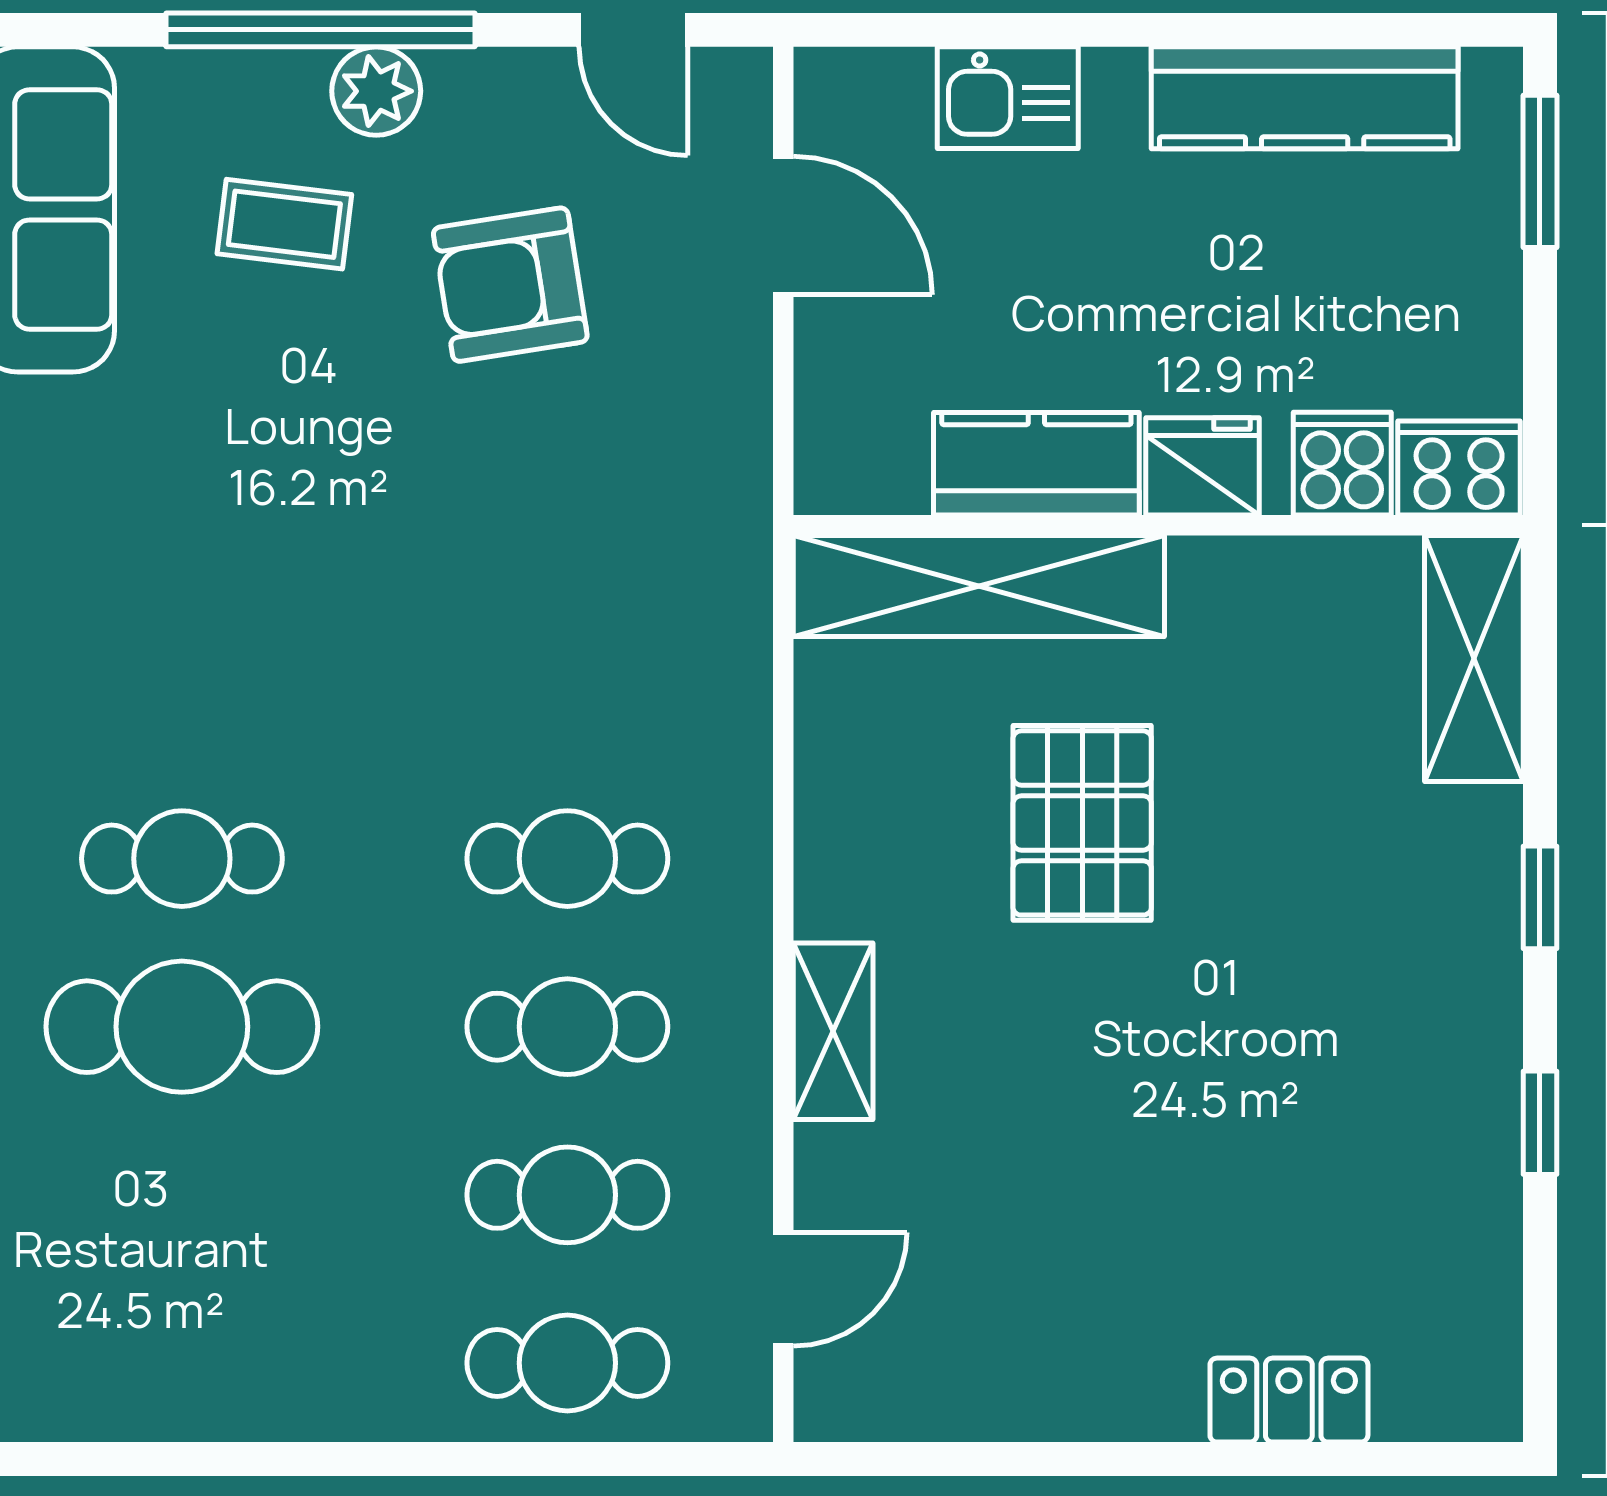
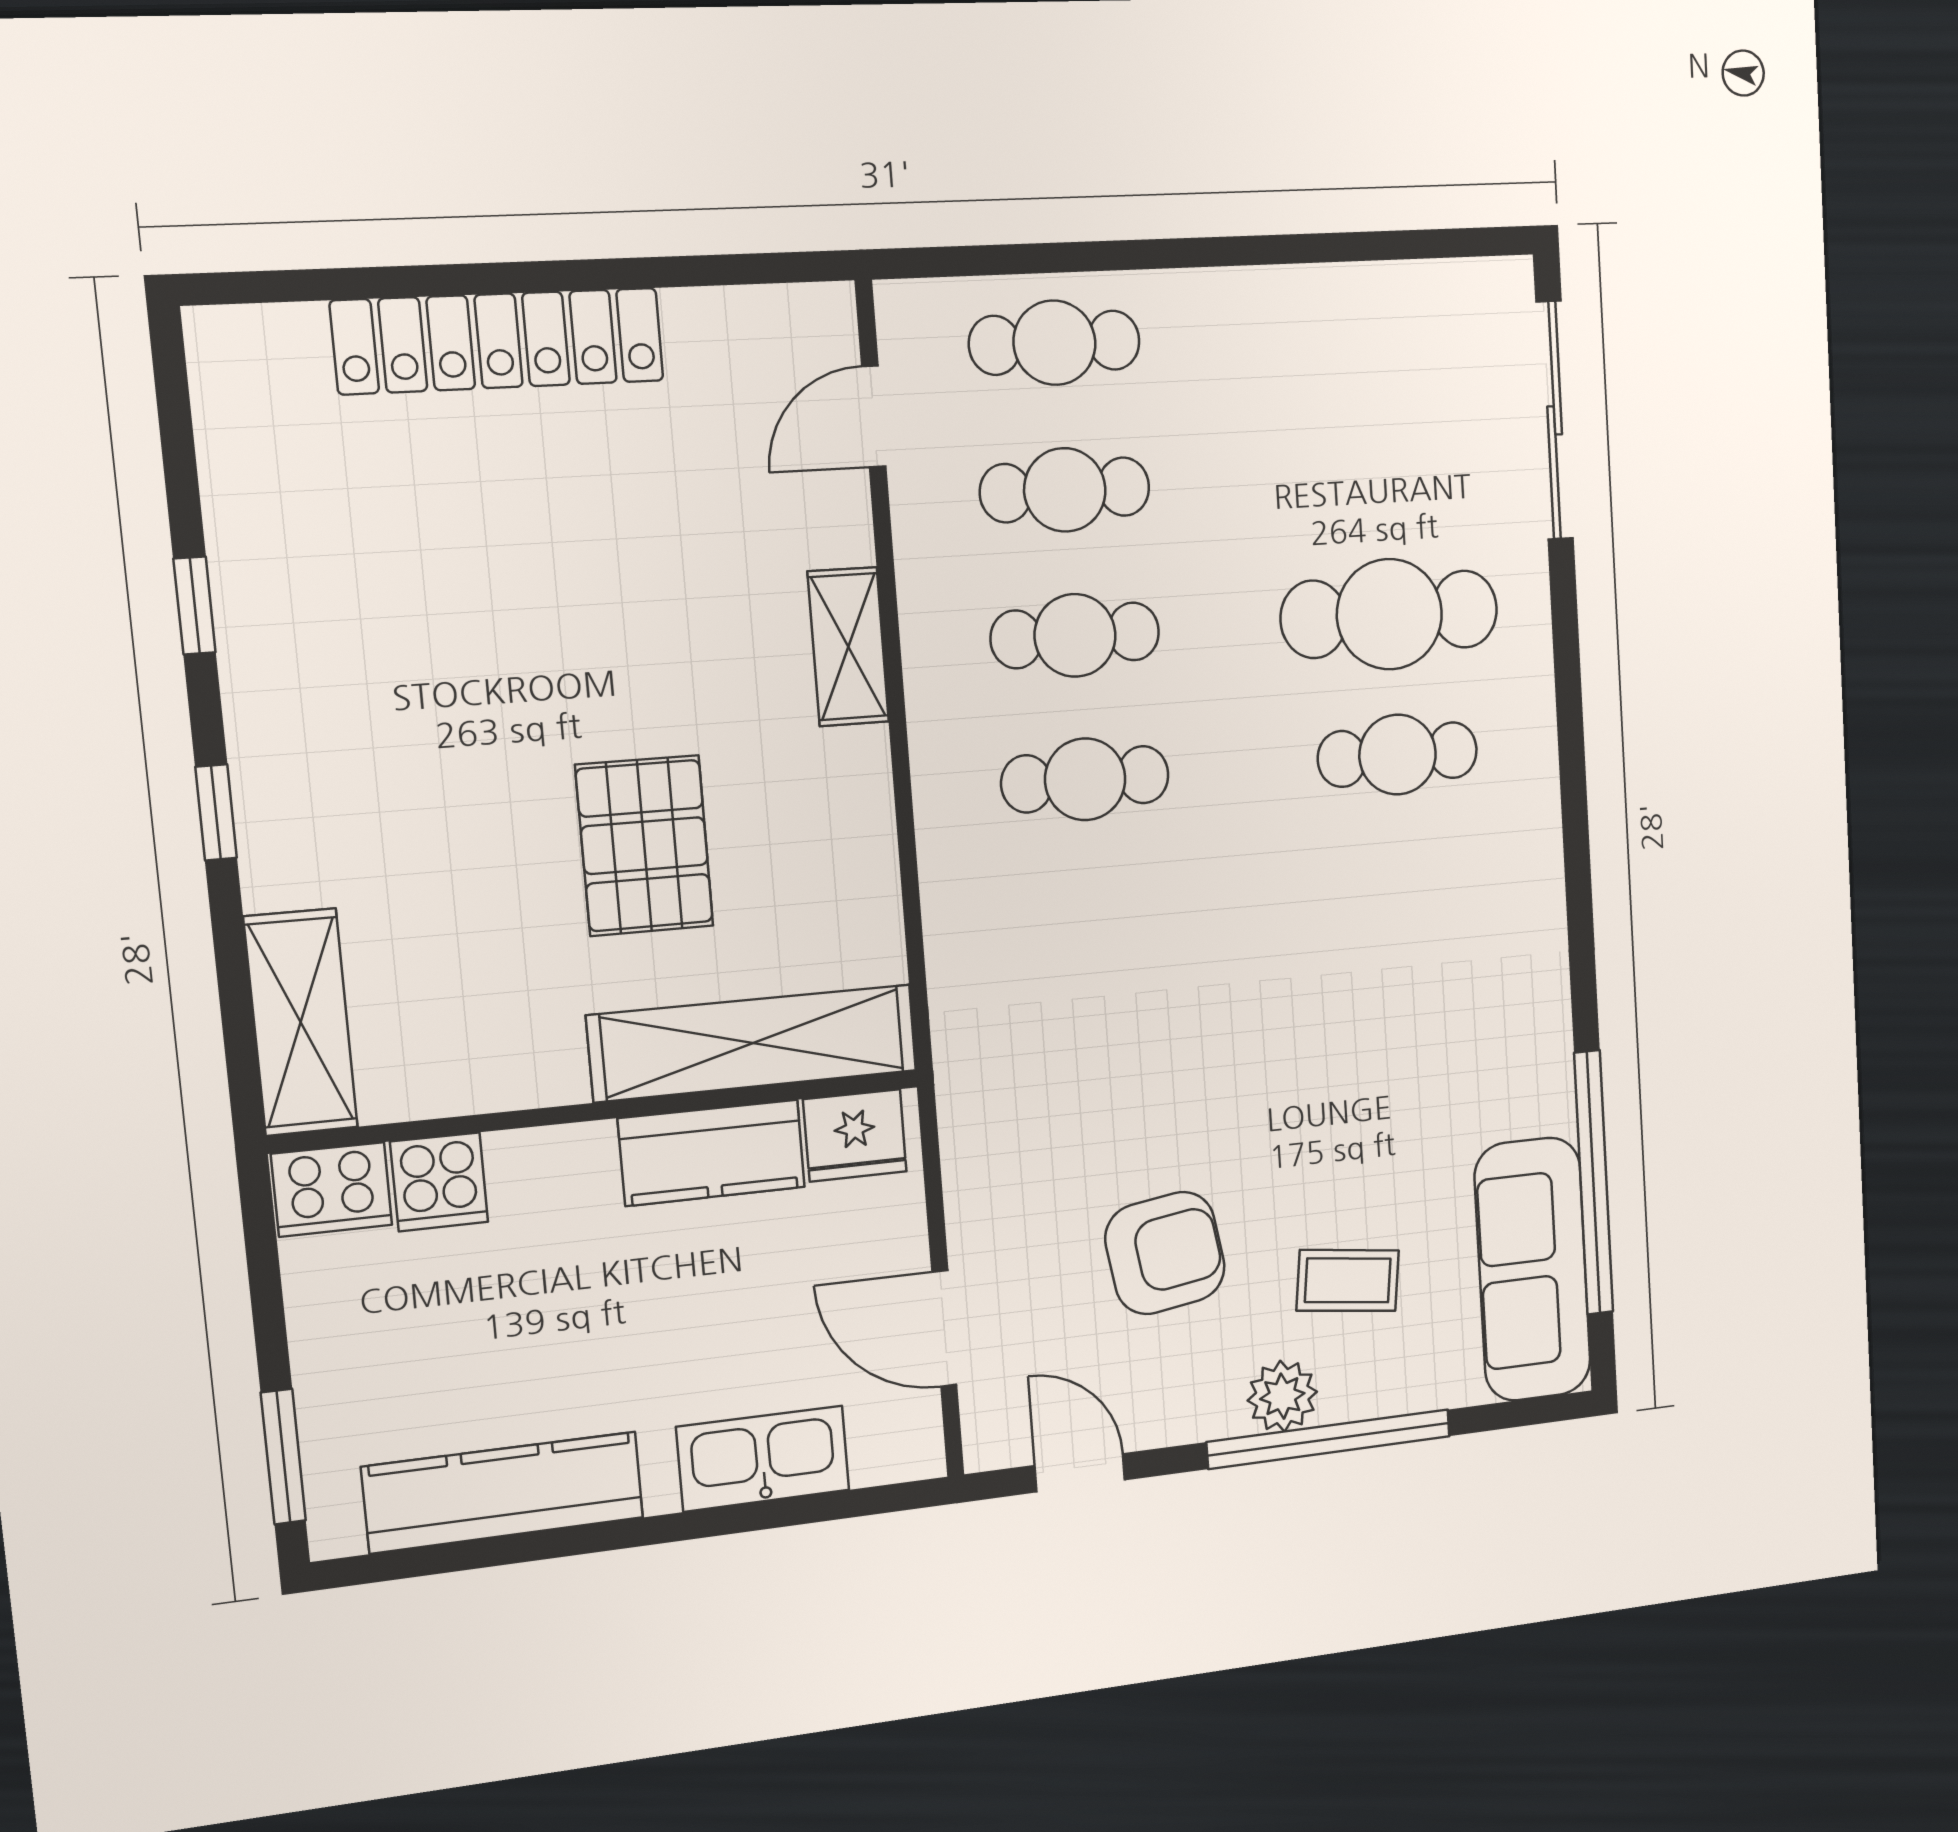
kitchen sink: (1008, 98) -> (763, 1459), width x1.38
fridge: (1203, 466) -> (855, 1135), moved
locker: (1289, 1400) -> (499, 341), width x2.16, depth x1.21

